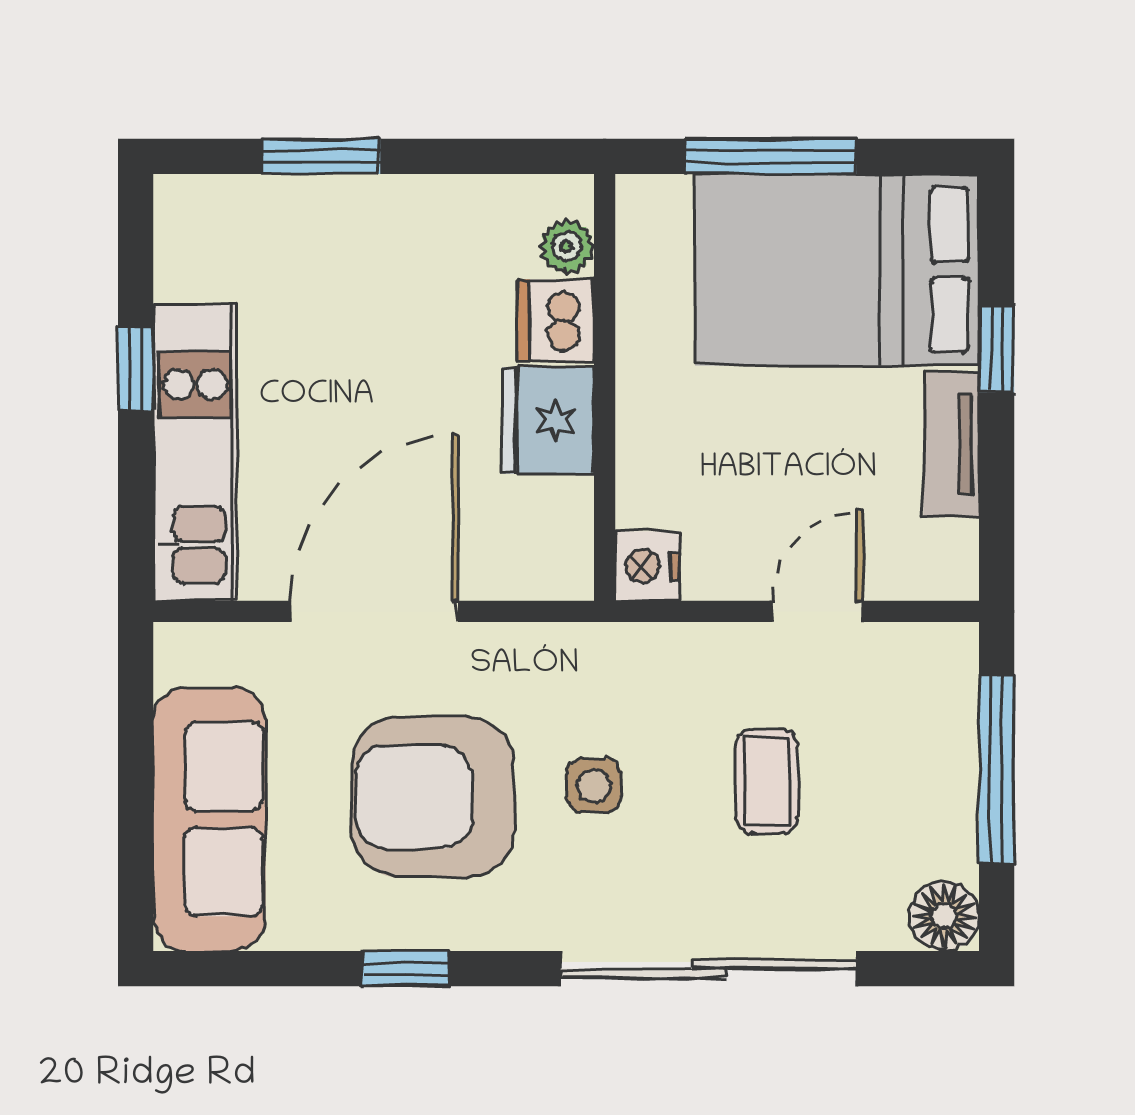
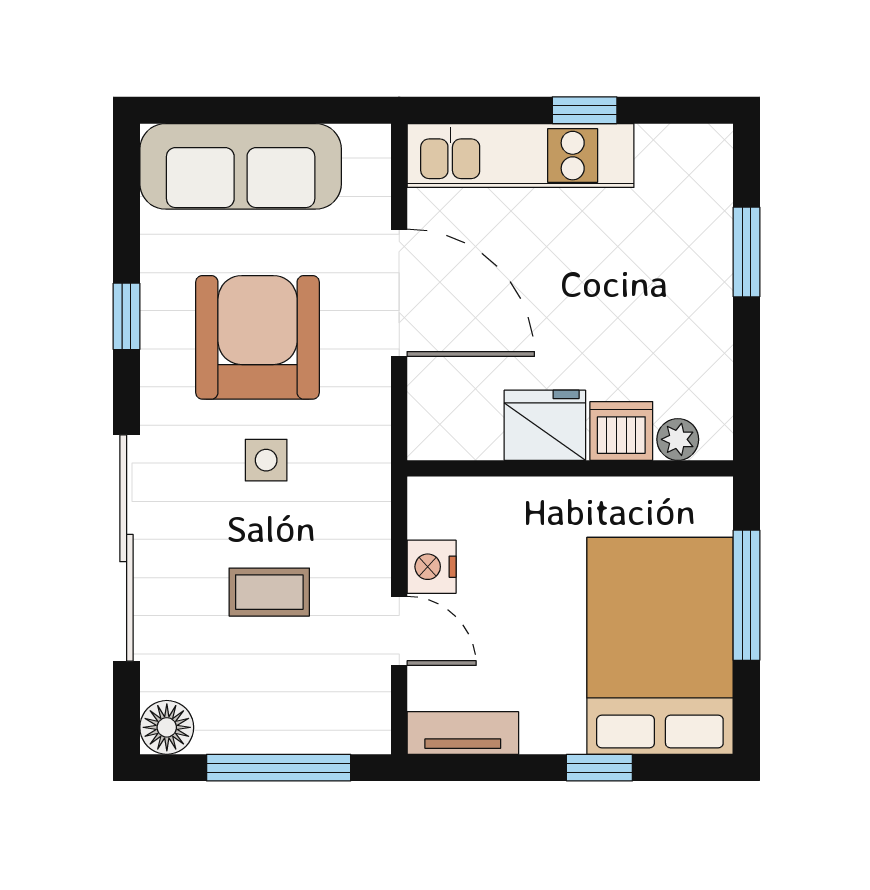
tv unit: (951, 444) -> (463, 733), moved
nightstand: (647, 566) -> (432, 567), moved, turned -90

